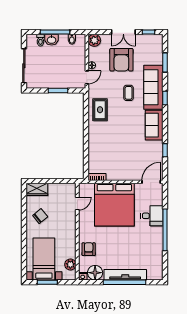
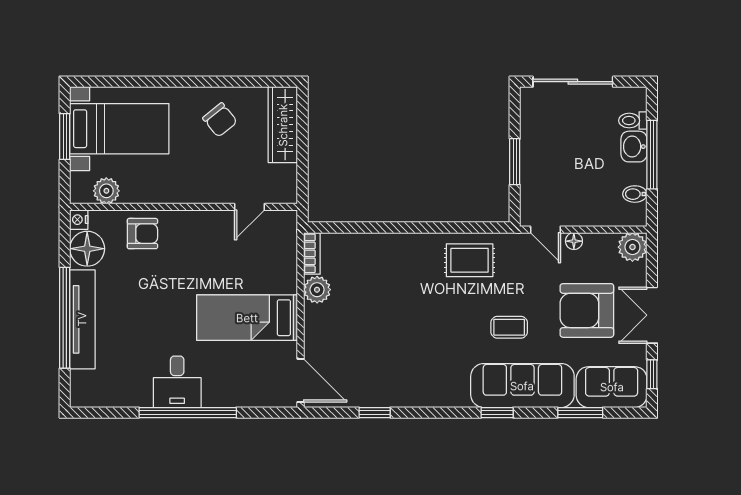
sofa: (154, 125) -> (612, 387), moved
plant: (113, 175) -> (317, 290), added
wardrobe: (37, 189) -> (283, 125), width x1.50
door: (77, 204) -> (250, 207), hinge flipped
bed: (114, 205) -> (247, 318), width x0.49
desk: (152, 216) -> (177, 382), moved

